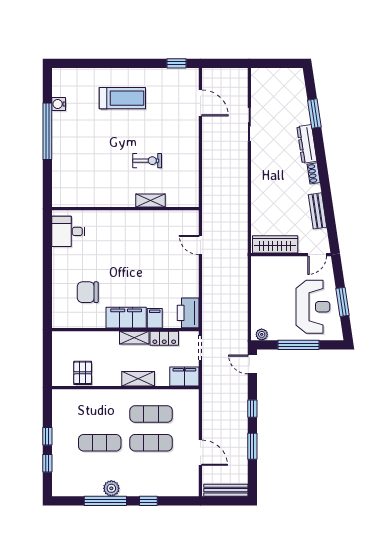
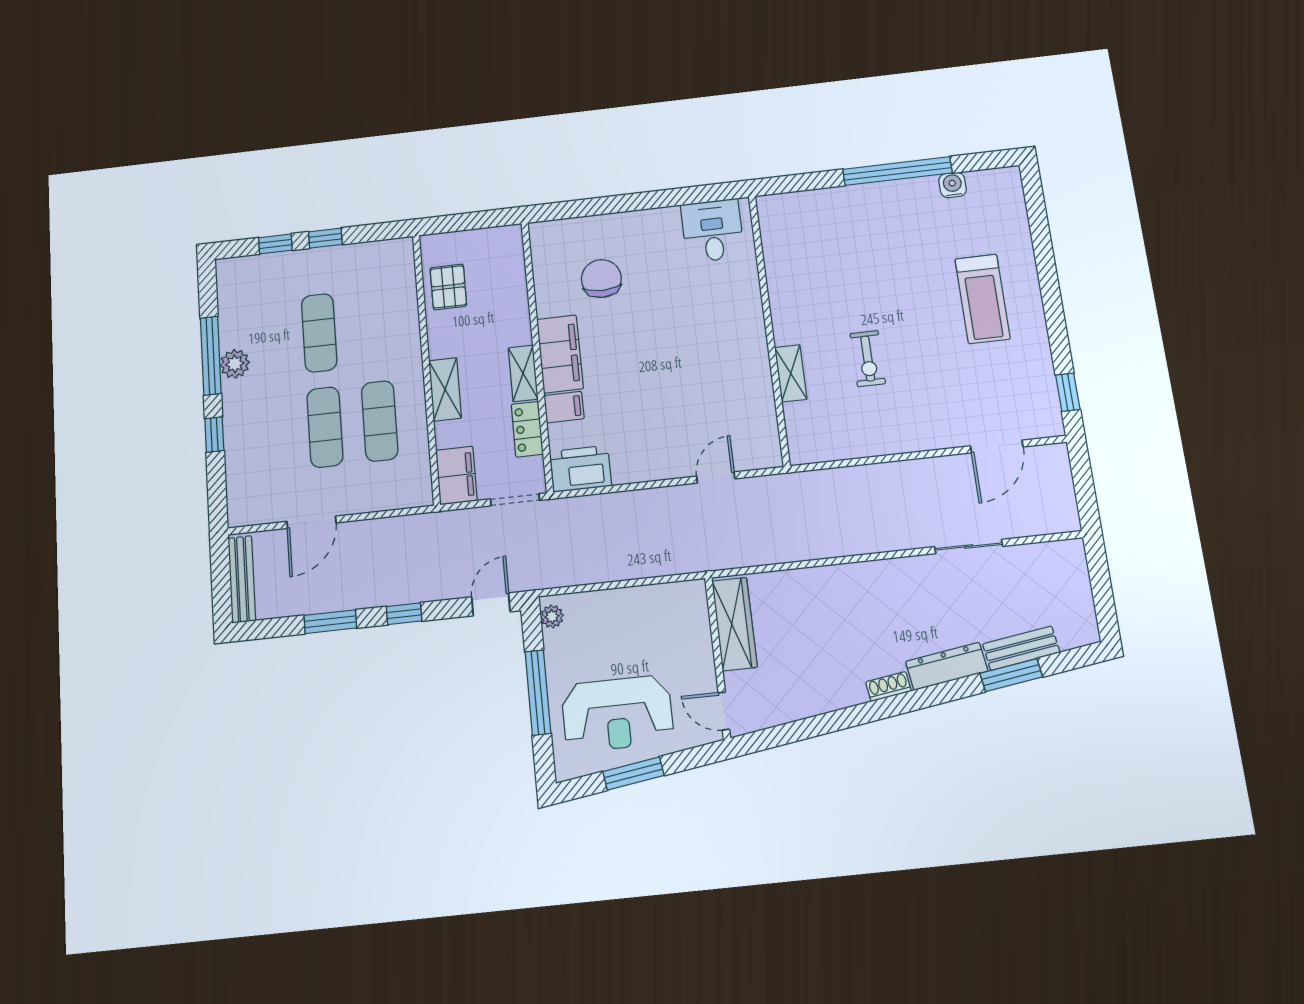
bench: (317, 211) -> (1021, 648), moved
pallet: (83, 373) -> (448, 287), turned 90

